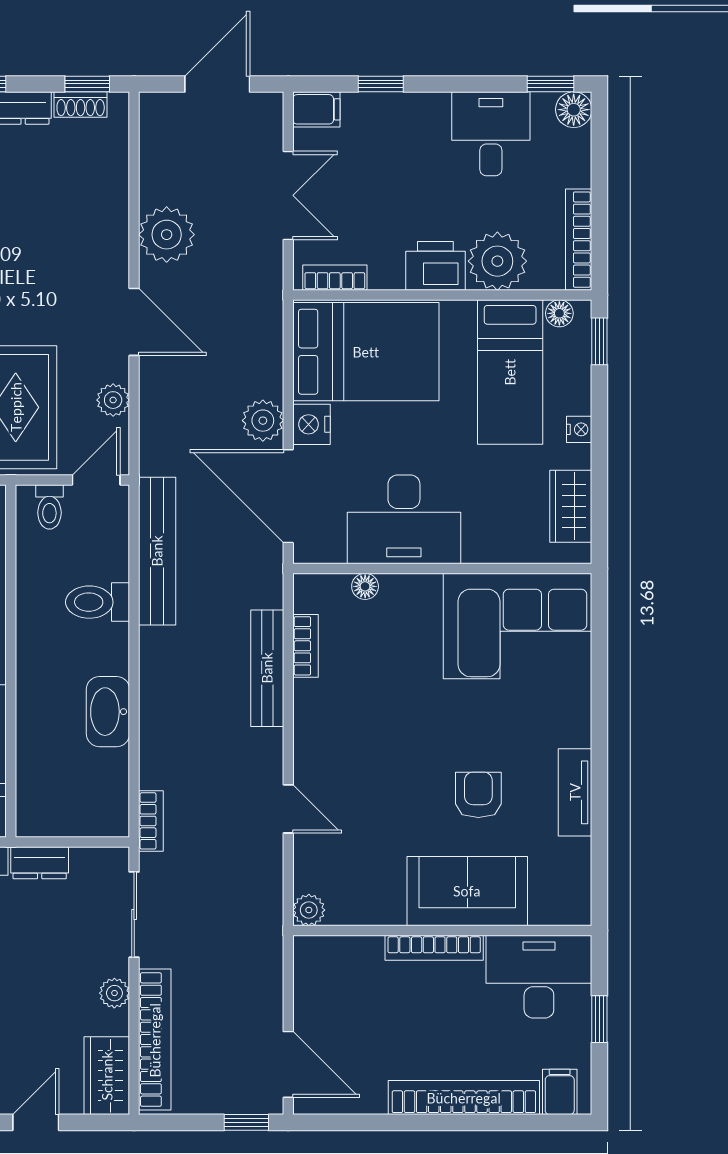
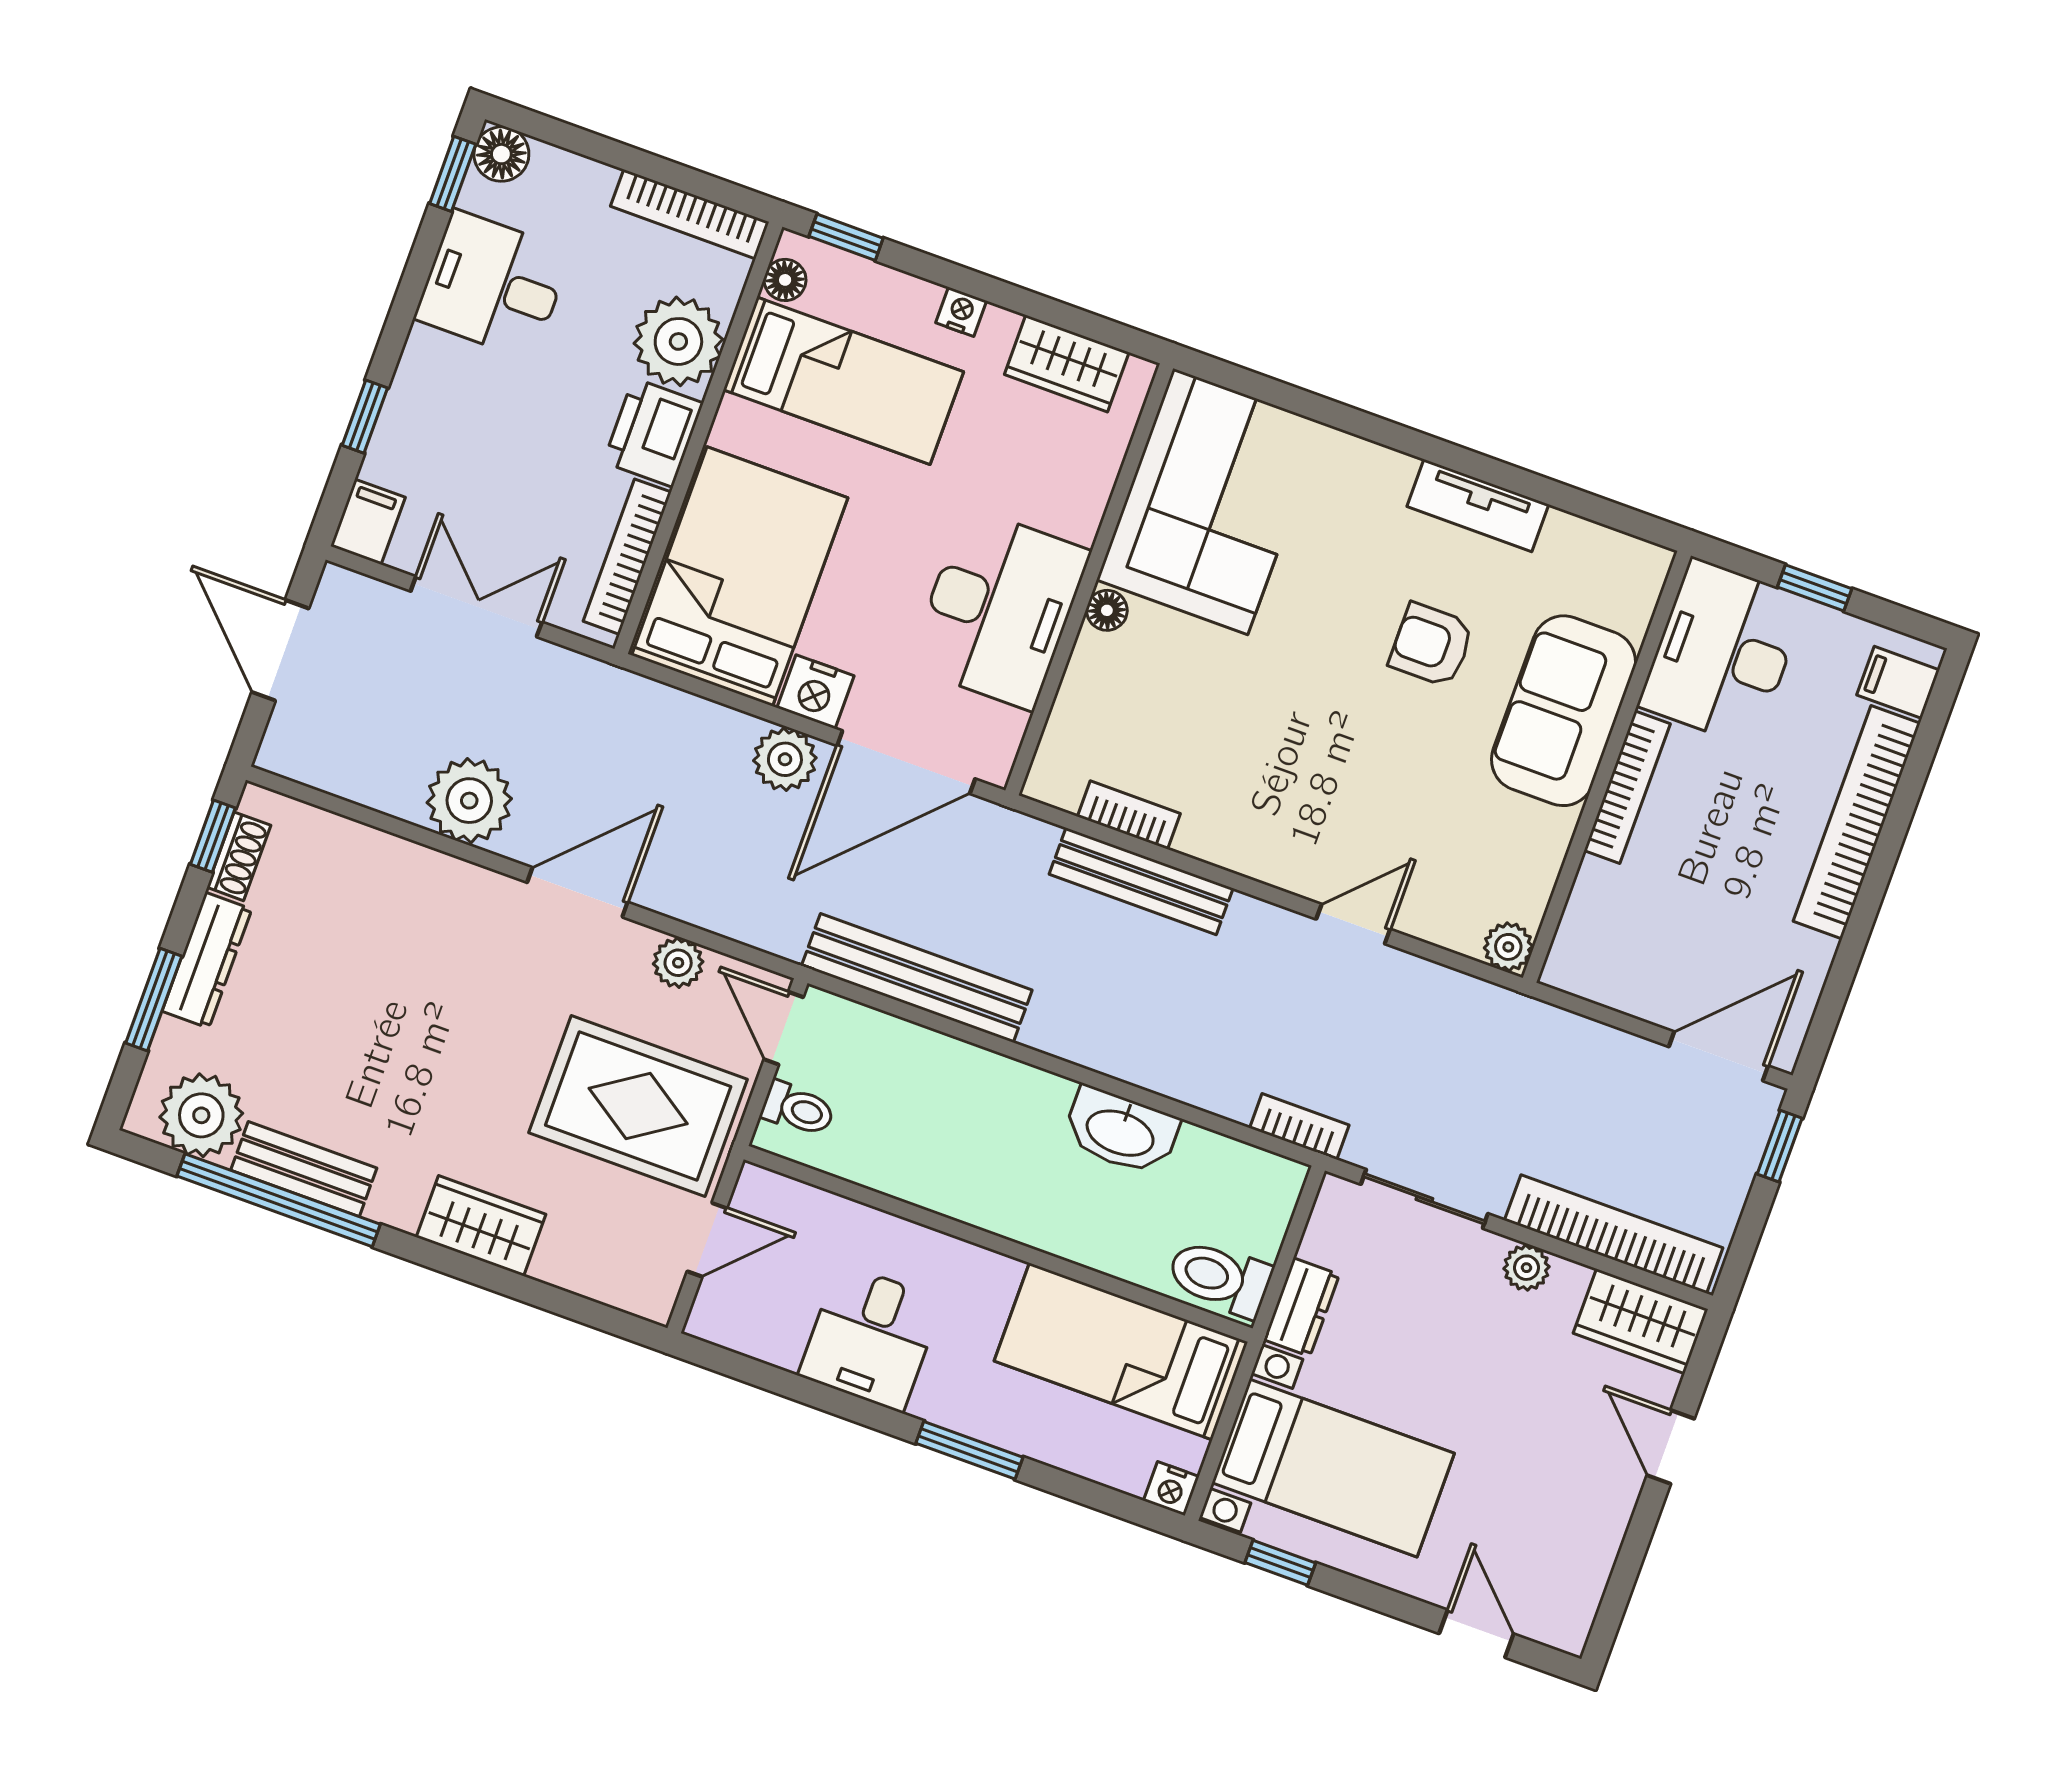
bookcase: (335, 278) -> (627, 557), width x1.56
floor lamp: (365, 586) -> (1107, 610), moved
toilet: (98, 602) -> (1220, 1278), moved, turned 90

